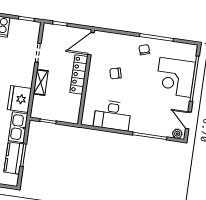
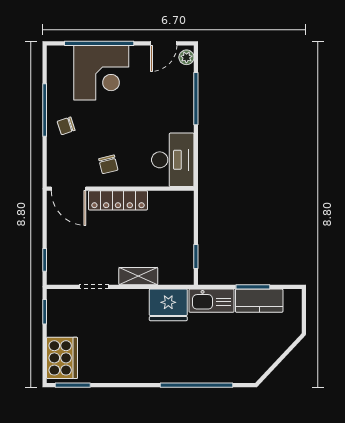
door: (91, 44) -> (68, 189), moved
locker: (79, 74) -> (118, 200), moved
wall: (86, 77) -> (120, 189), moved

